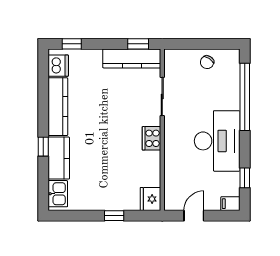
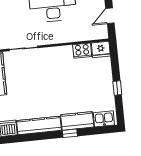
cooker: (151, 138) -> (82, 51), moved
window: (114, 216) -> (117, 88), moved
door: (194, 216) -> (110, 16), hinge flipped

